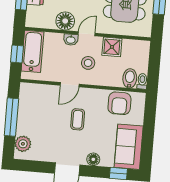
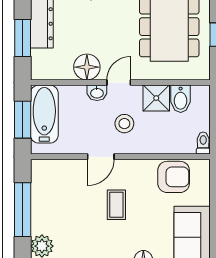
window: (17, 54) -> (23, 120), width x1.50
bidet: (130, 78) -> (181, 99), moved, turned 180
armchair: (119, 103) -> (174, 177), turned -90

